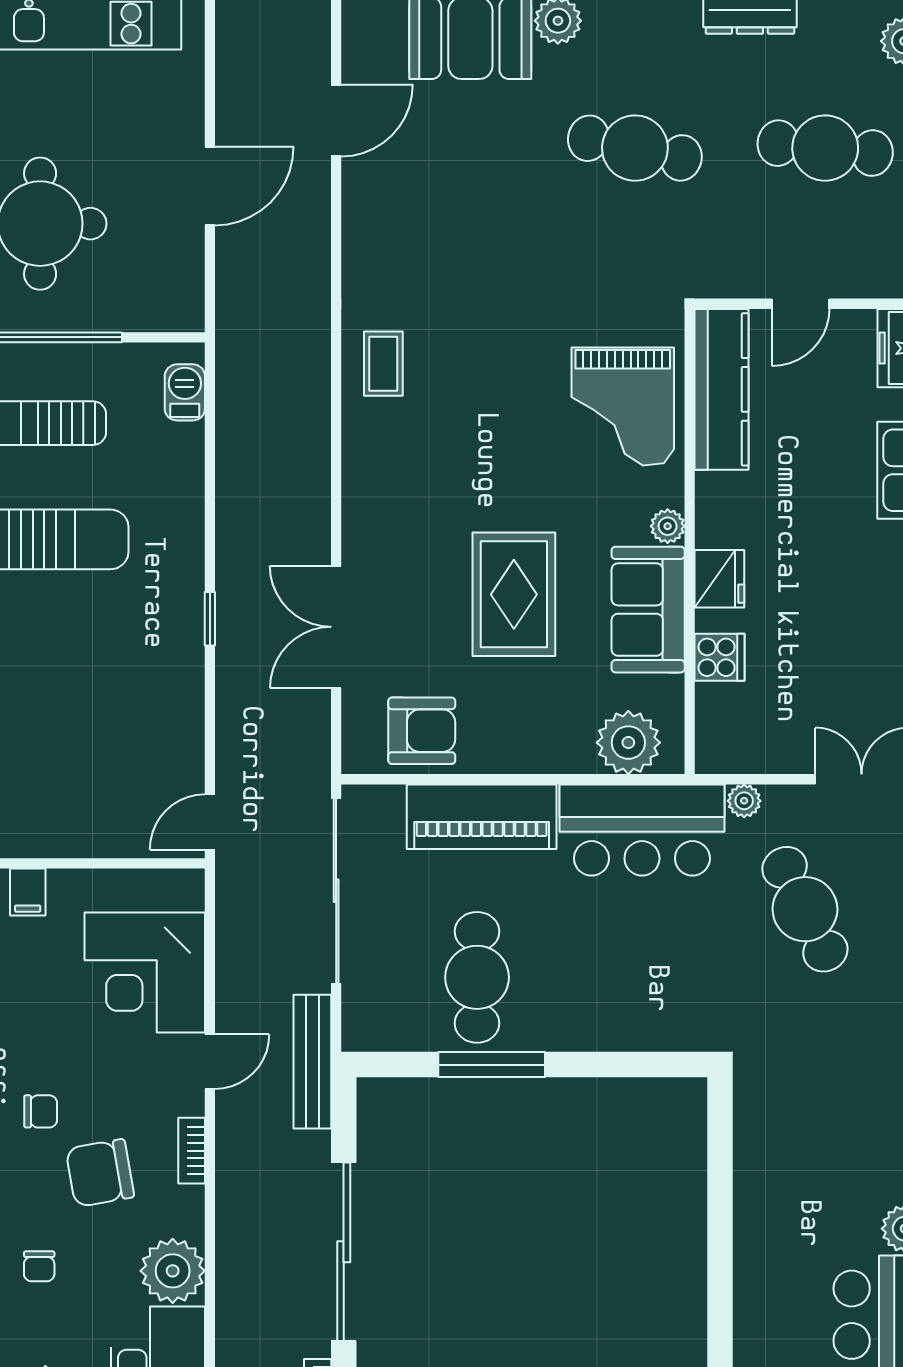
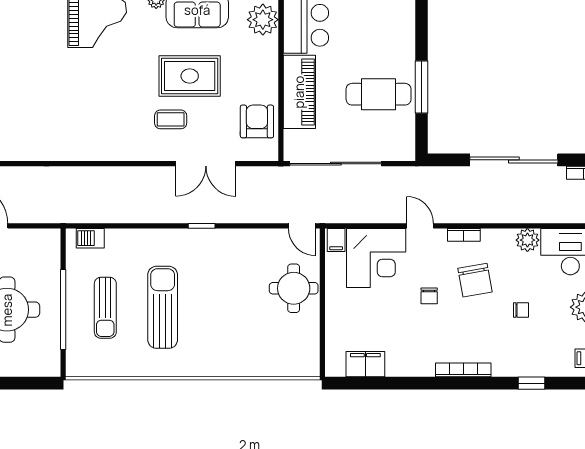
coffee table: (383, 364) -> (171, 119), moved
round table: (83, 805) -> (294, 288), added
filing cabinet: (28, 892) -> (336, 240), moved, turned 90
bench: (312, 1062) -> (420, 175), removed
chair: (41, 1111) -> (429, 296), moved, turned 180
plant: (173, 1271) -> (527, 240), width x0.73, depth x0.73

